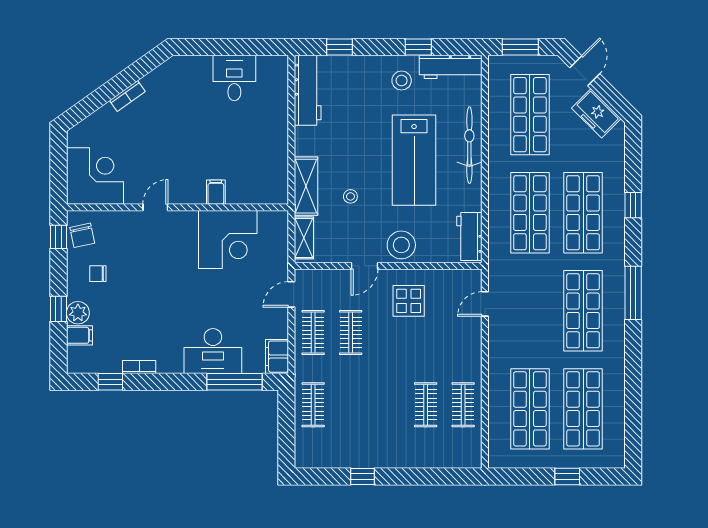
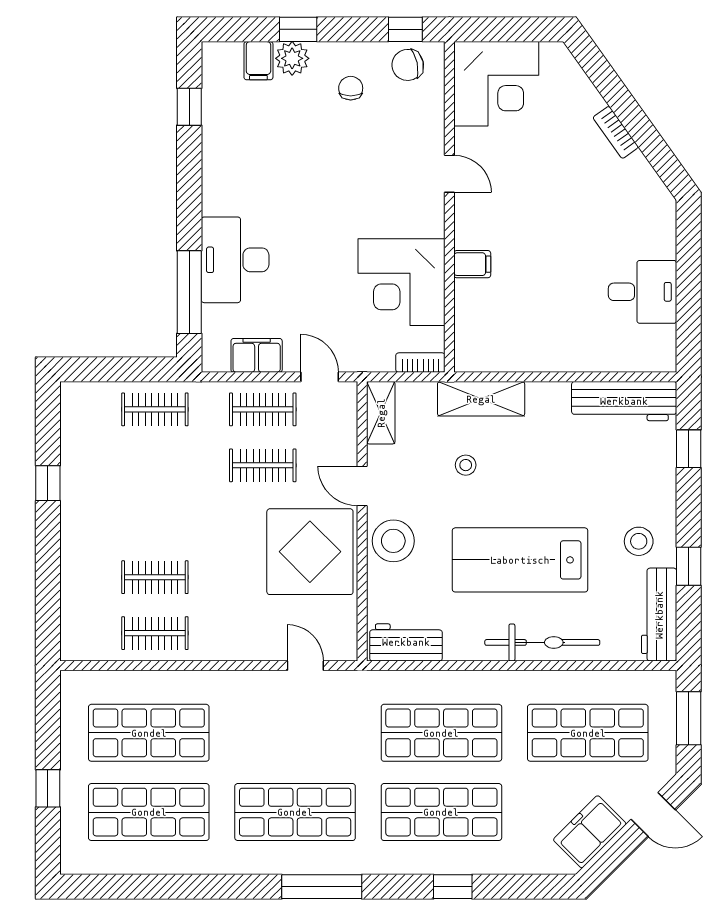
shelving: (304, 238) -> (381, 413), moved, turned 90
display table: (409, 301) -> (310, 552), width x1.86, depth x1.86
filing cabinet: (277, 357) -> (257, 355), moved
bookcase: (139, 367) -> (420, 363), moved, turned -90

